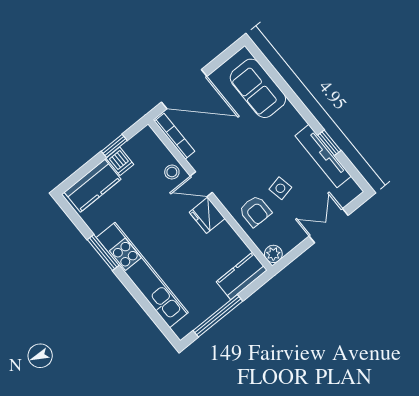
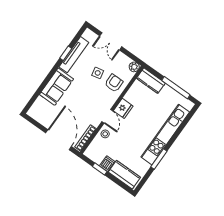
sofa: (258, 88) -> (57, 87), moved

